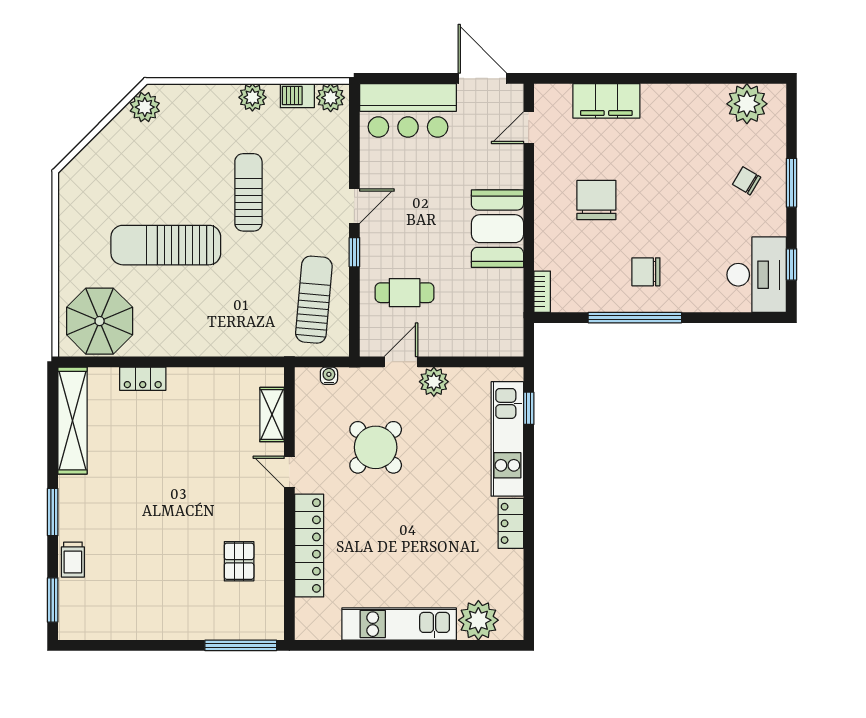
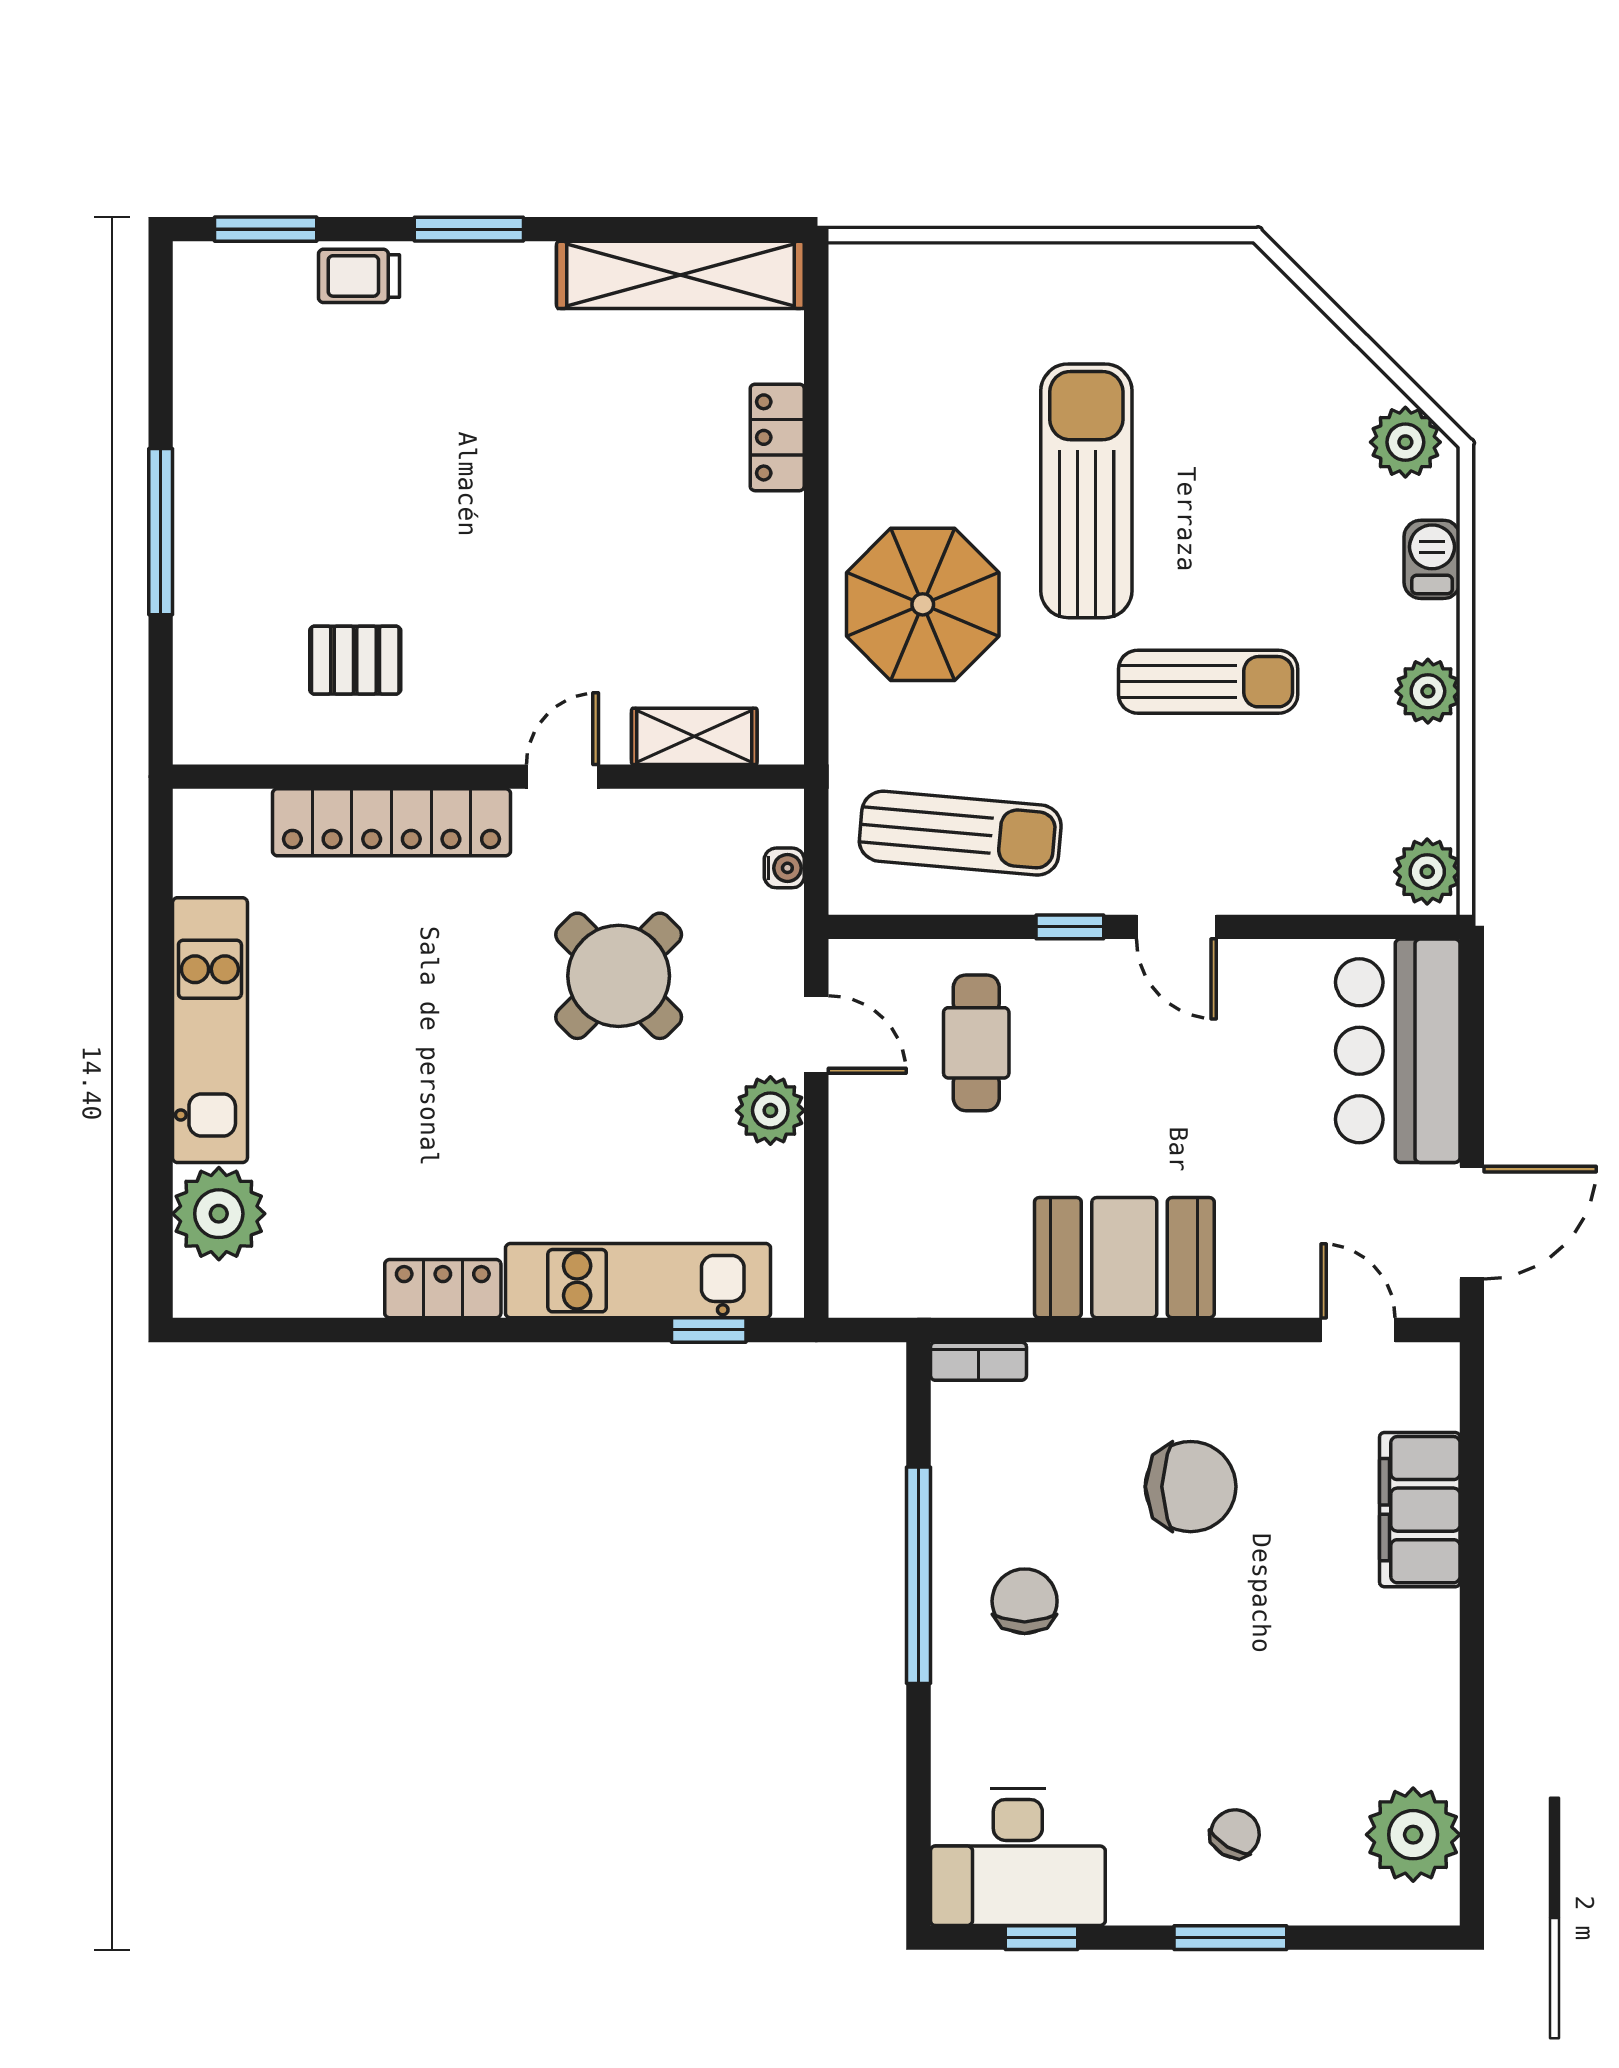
barbecue: (297, 96) -> (1432, 559), moved
parasol: (100, 321) -> (923, 604), moved
window: (241, 645) -> (161, 532), moved

